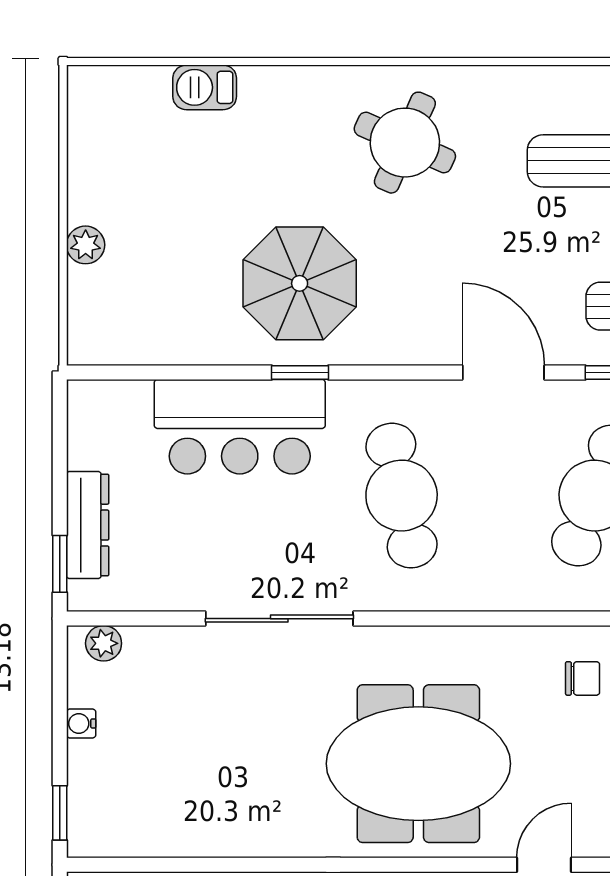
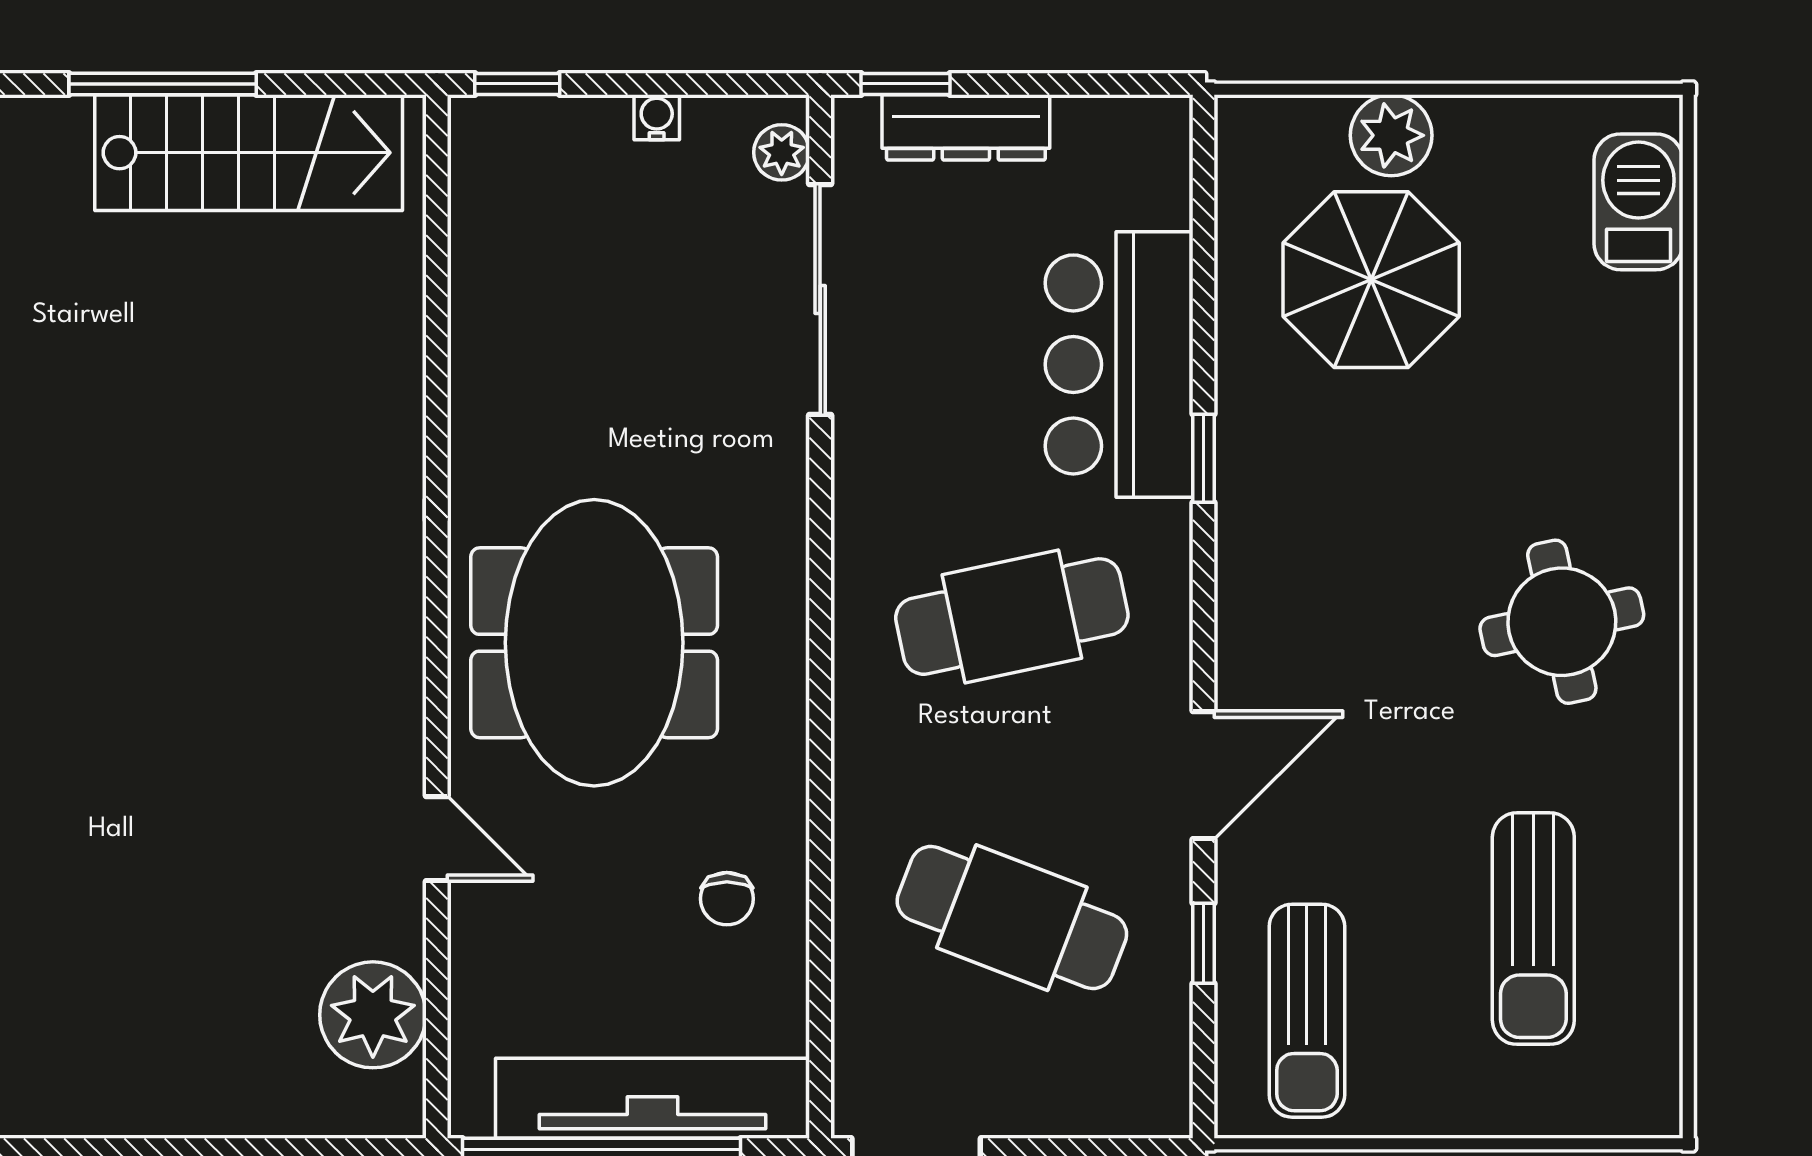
barbecue: (205, 87) -> (1638, 202), moved, width x1.38, depth x1.27
round table: (405, 143) -> (1562, 622), turned -36
plant: (86, 245) -> (1391, 135), width x1.38, depth x1.38
parasol: (300, 283) -> (1371, 280), moved
sliding door: (279, 619) -> (820, 299), moved

